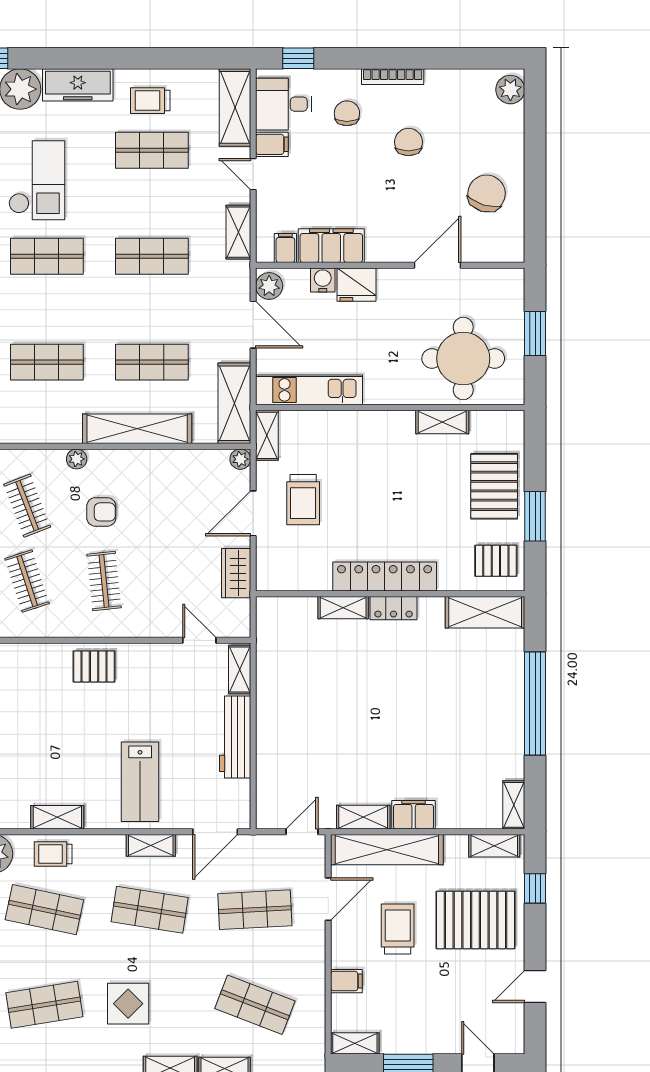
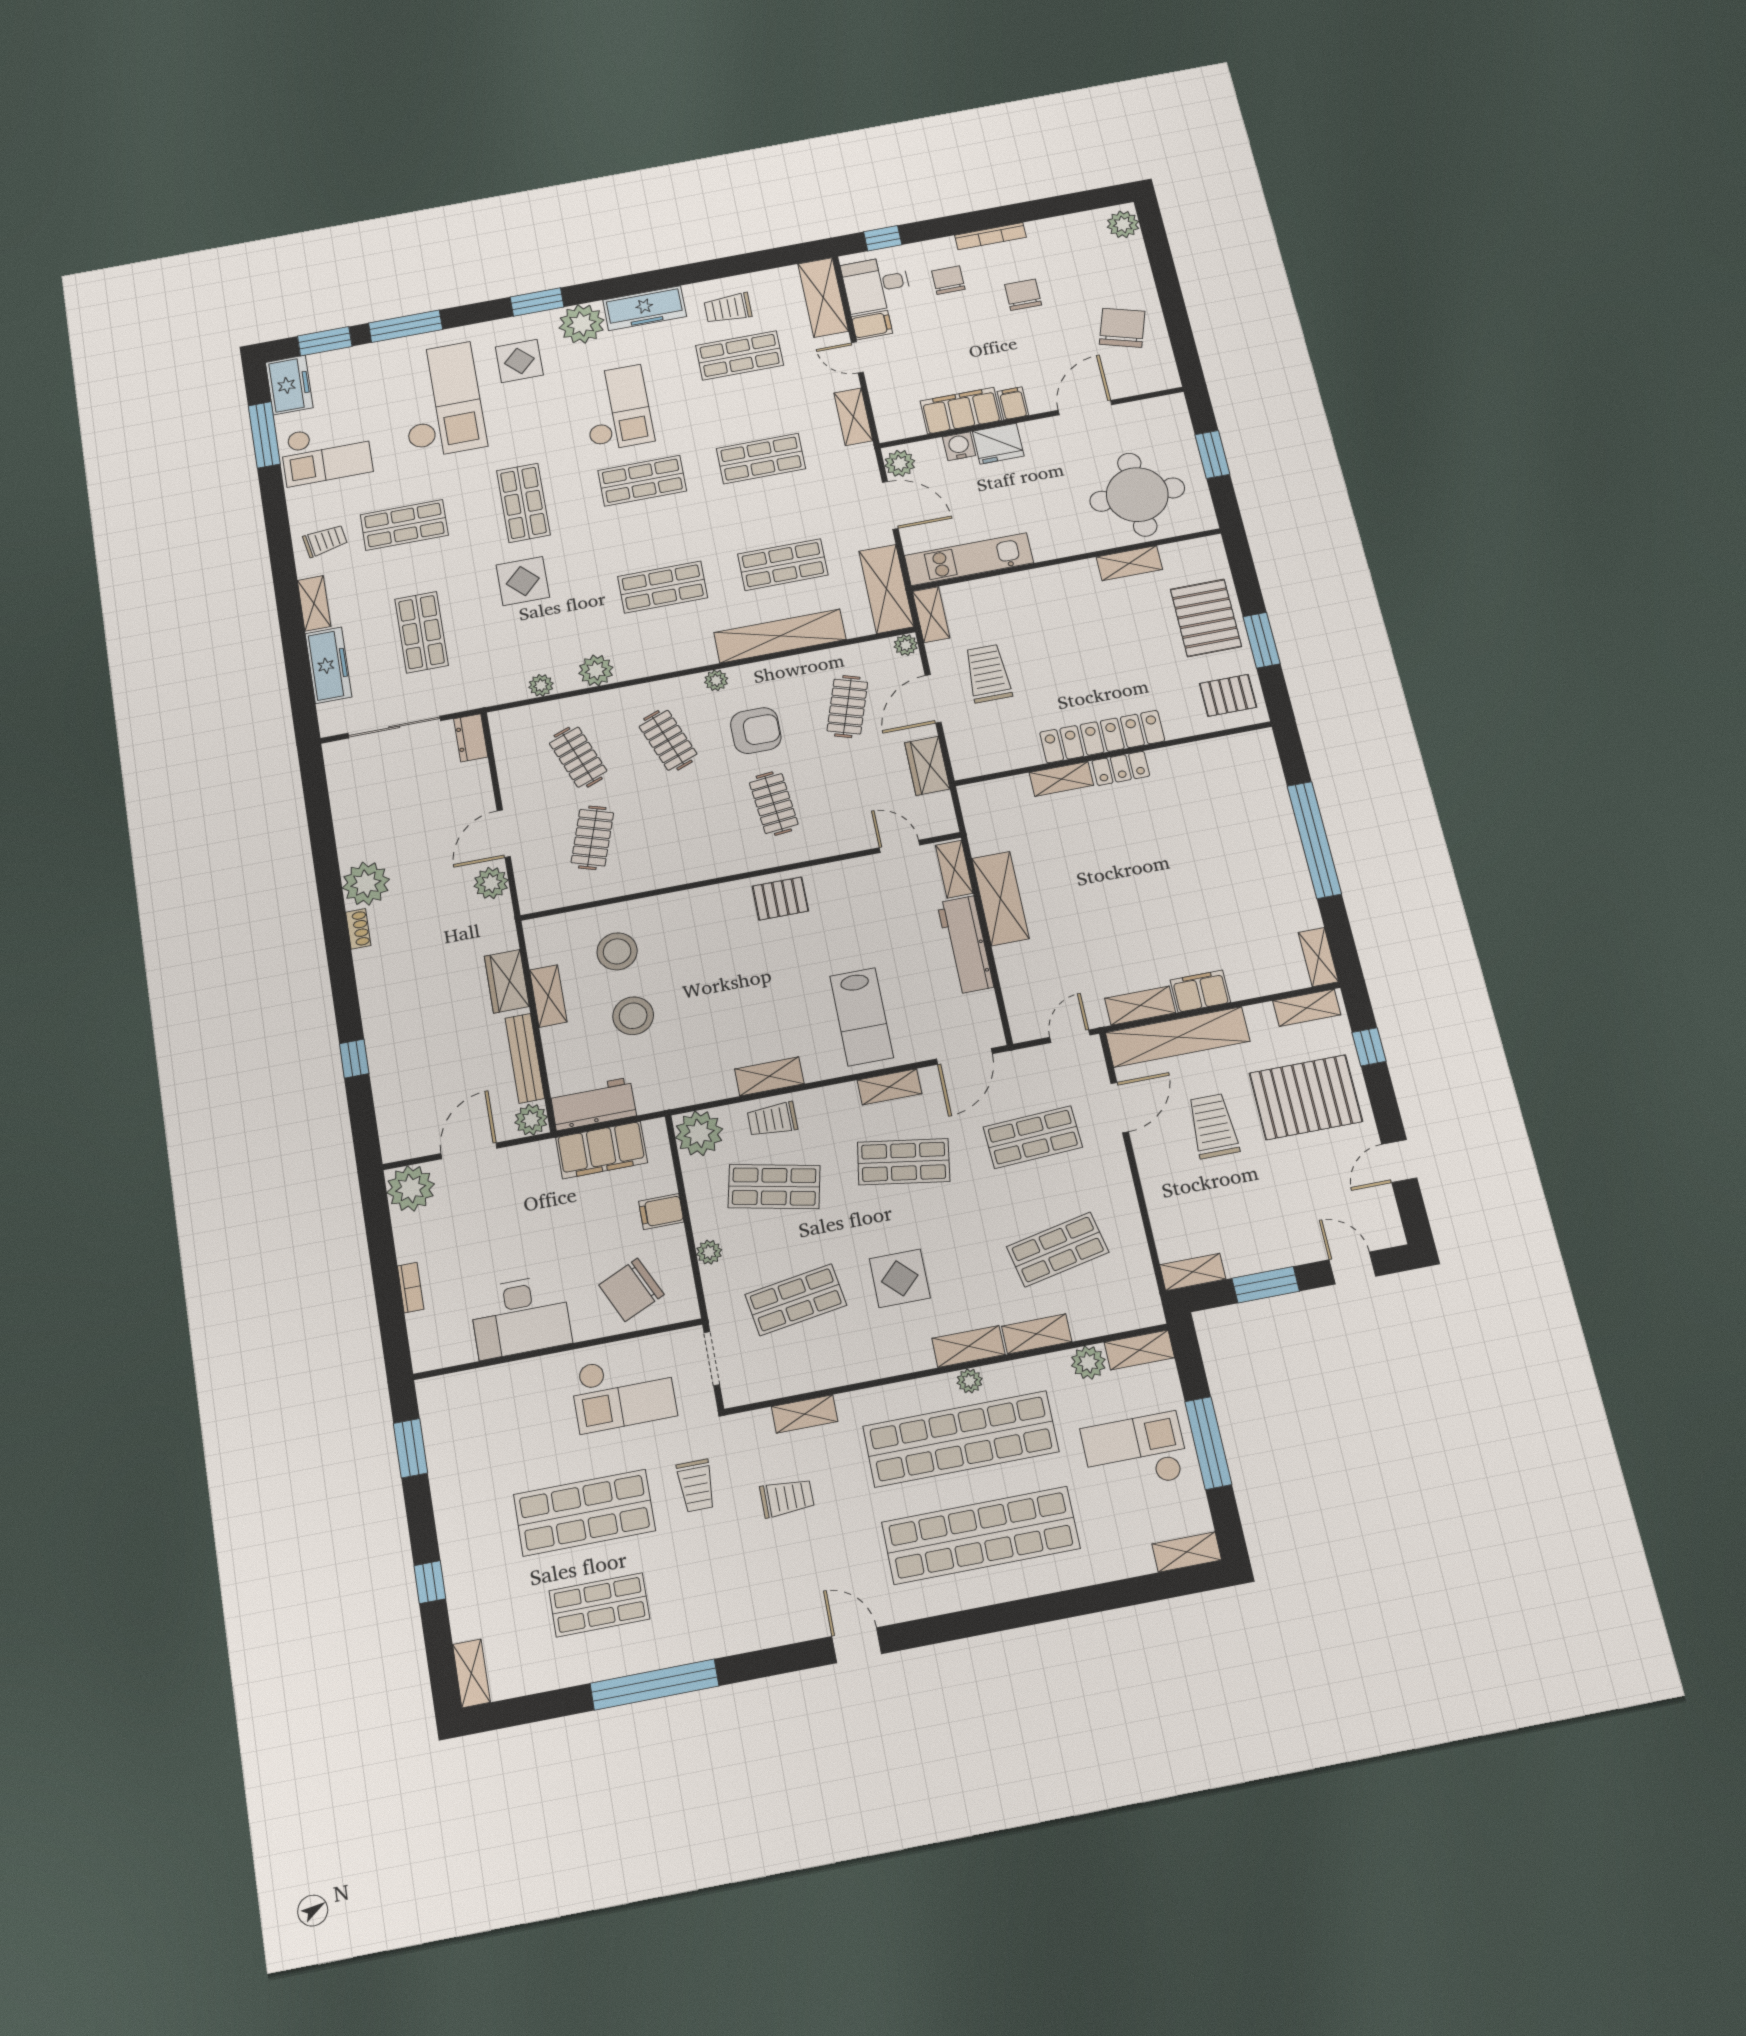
filing cabinet: (285, 248) -> (1013, 403), moved
trolley: (303, 500) -> (988, 673), turned 180
armchair: (101, 512) -> (756, 731), width x1.38, depth x1.38
clothes rail: (27, 581) -> (847, 706), moved, turned 36
shelving: (485, 612) -> (1000, 898), moved, turned 90
filing cabinet: (346, 981) -> (1165, 1199), removed
shop shelf: (255, 1005) -> (1058, 1249), turned -33

